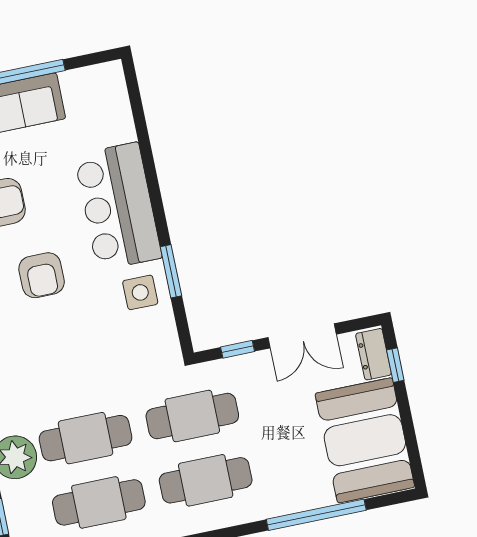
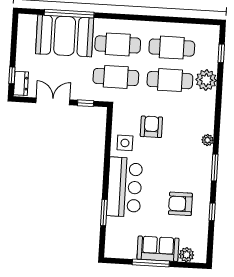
window: (171, 271) -> (104, 213), moved
armchair: (42, 275) -> (151, 127), moved
booth: (365, 440) -> (65, 36), moved, turned 90

